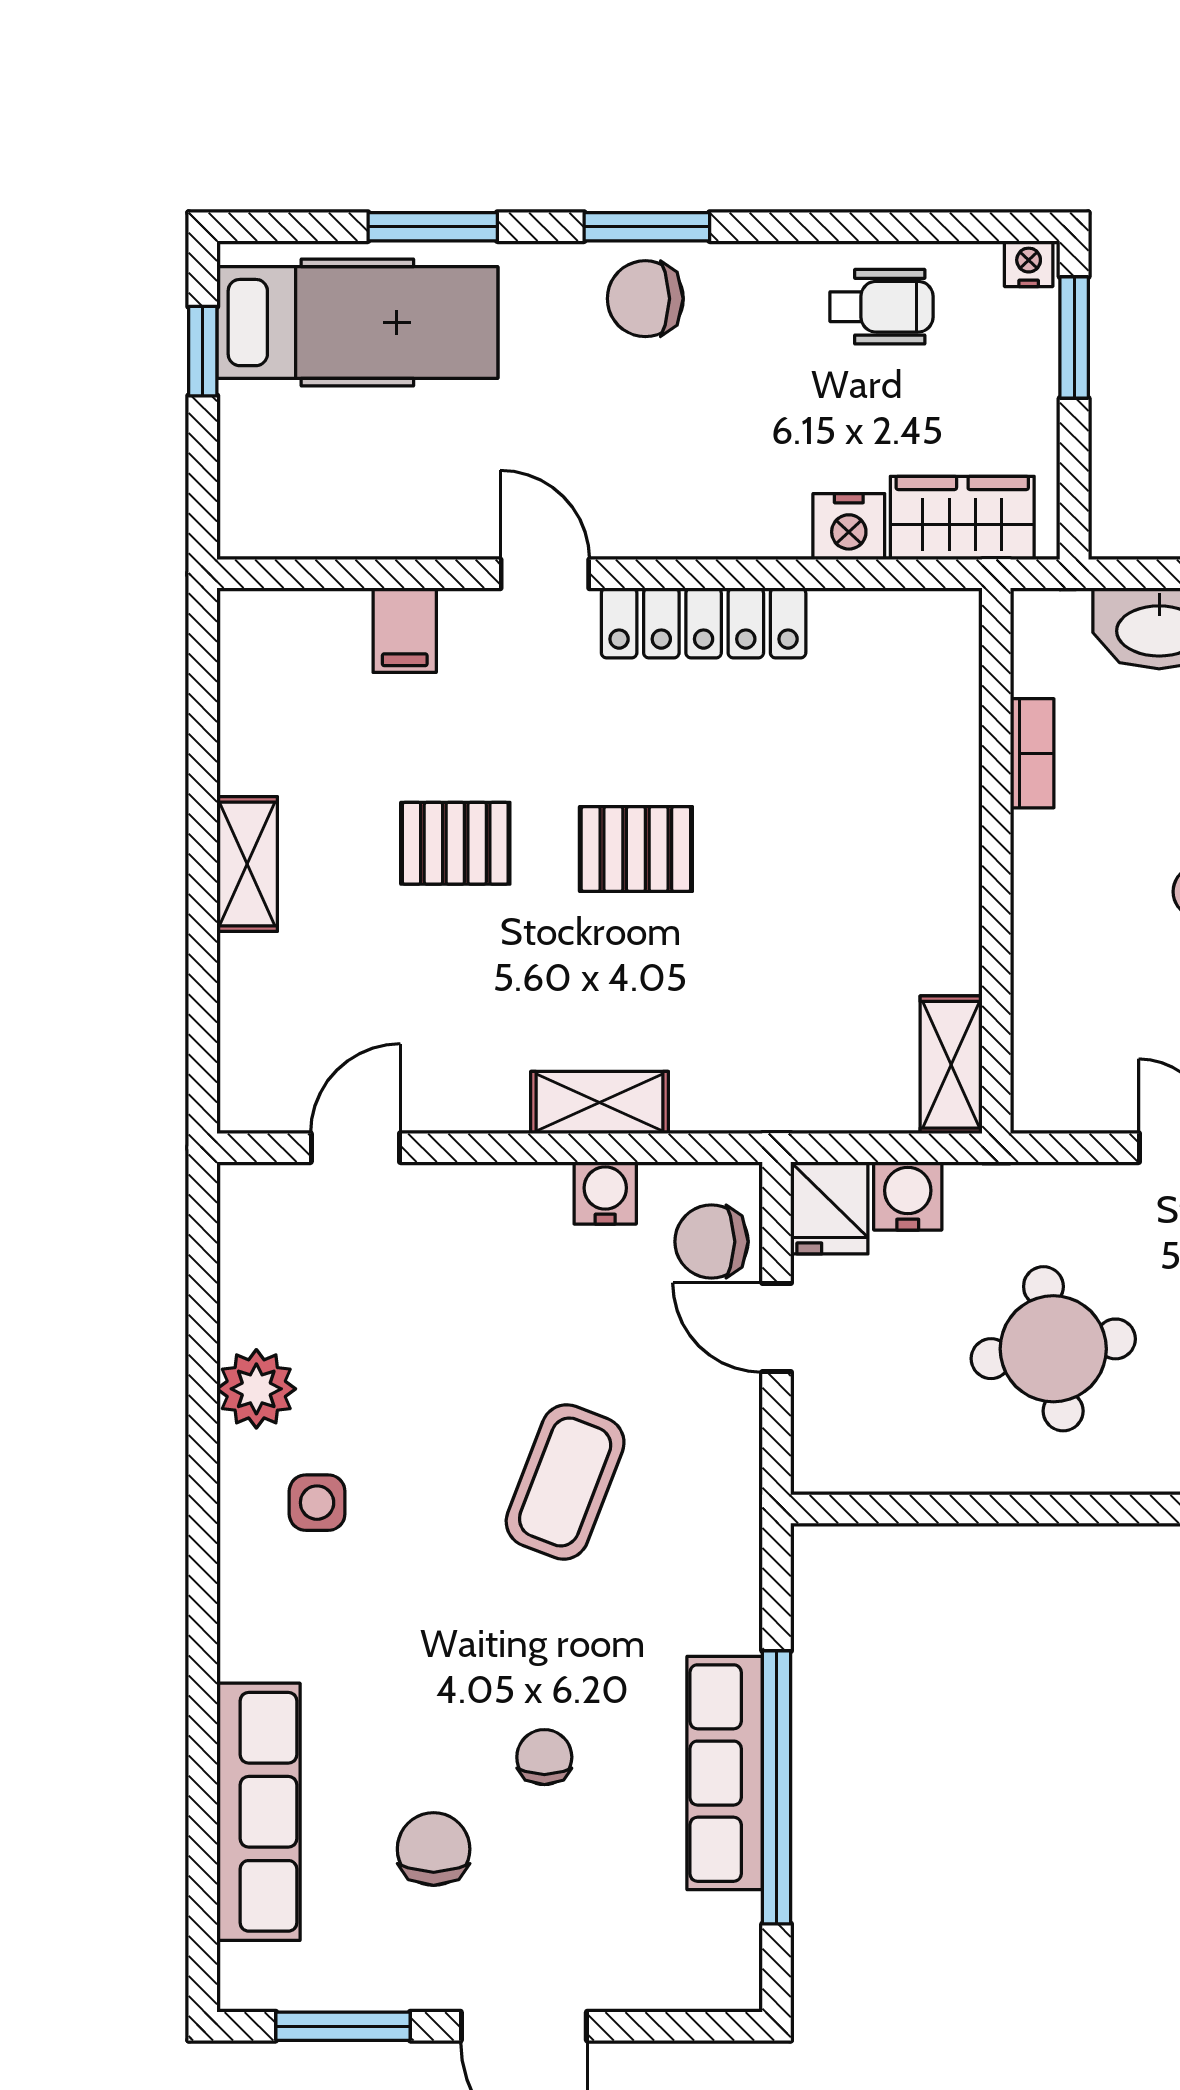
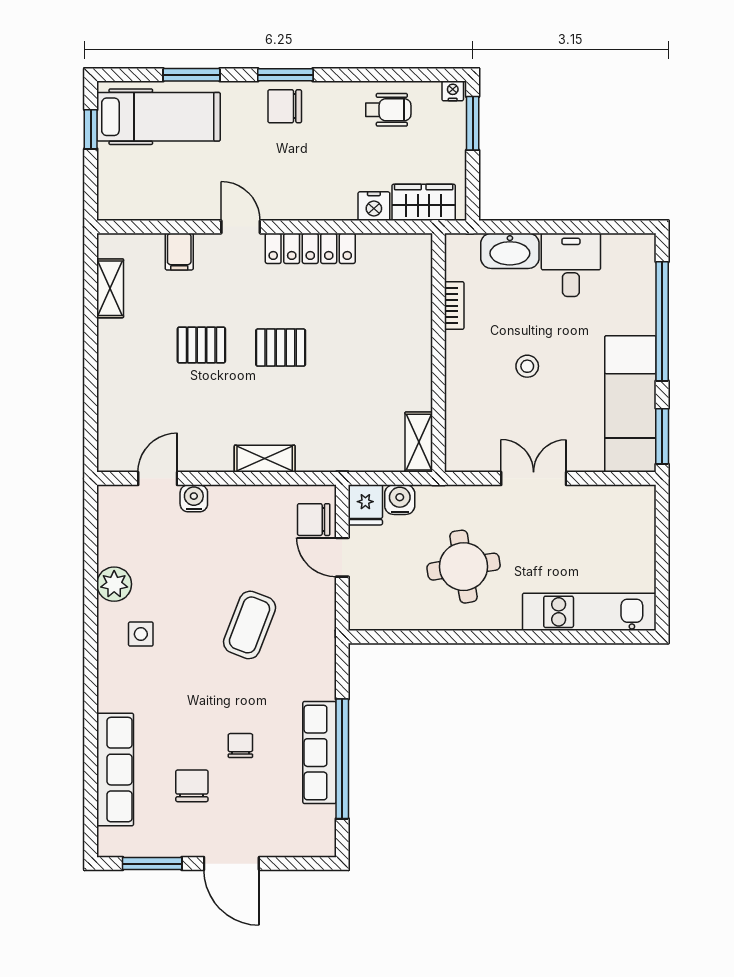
shelving: (247, 864) -> (110, 288), moved
water cooler: (605, 1193) -> (194, 498), moved

